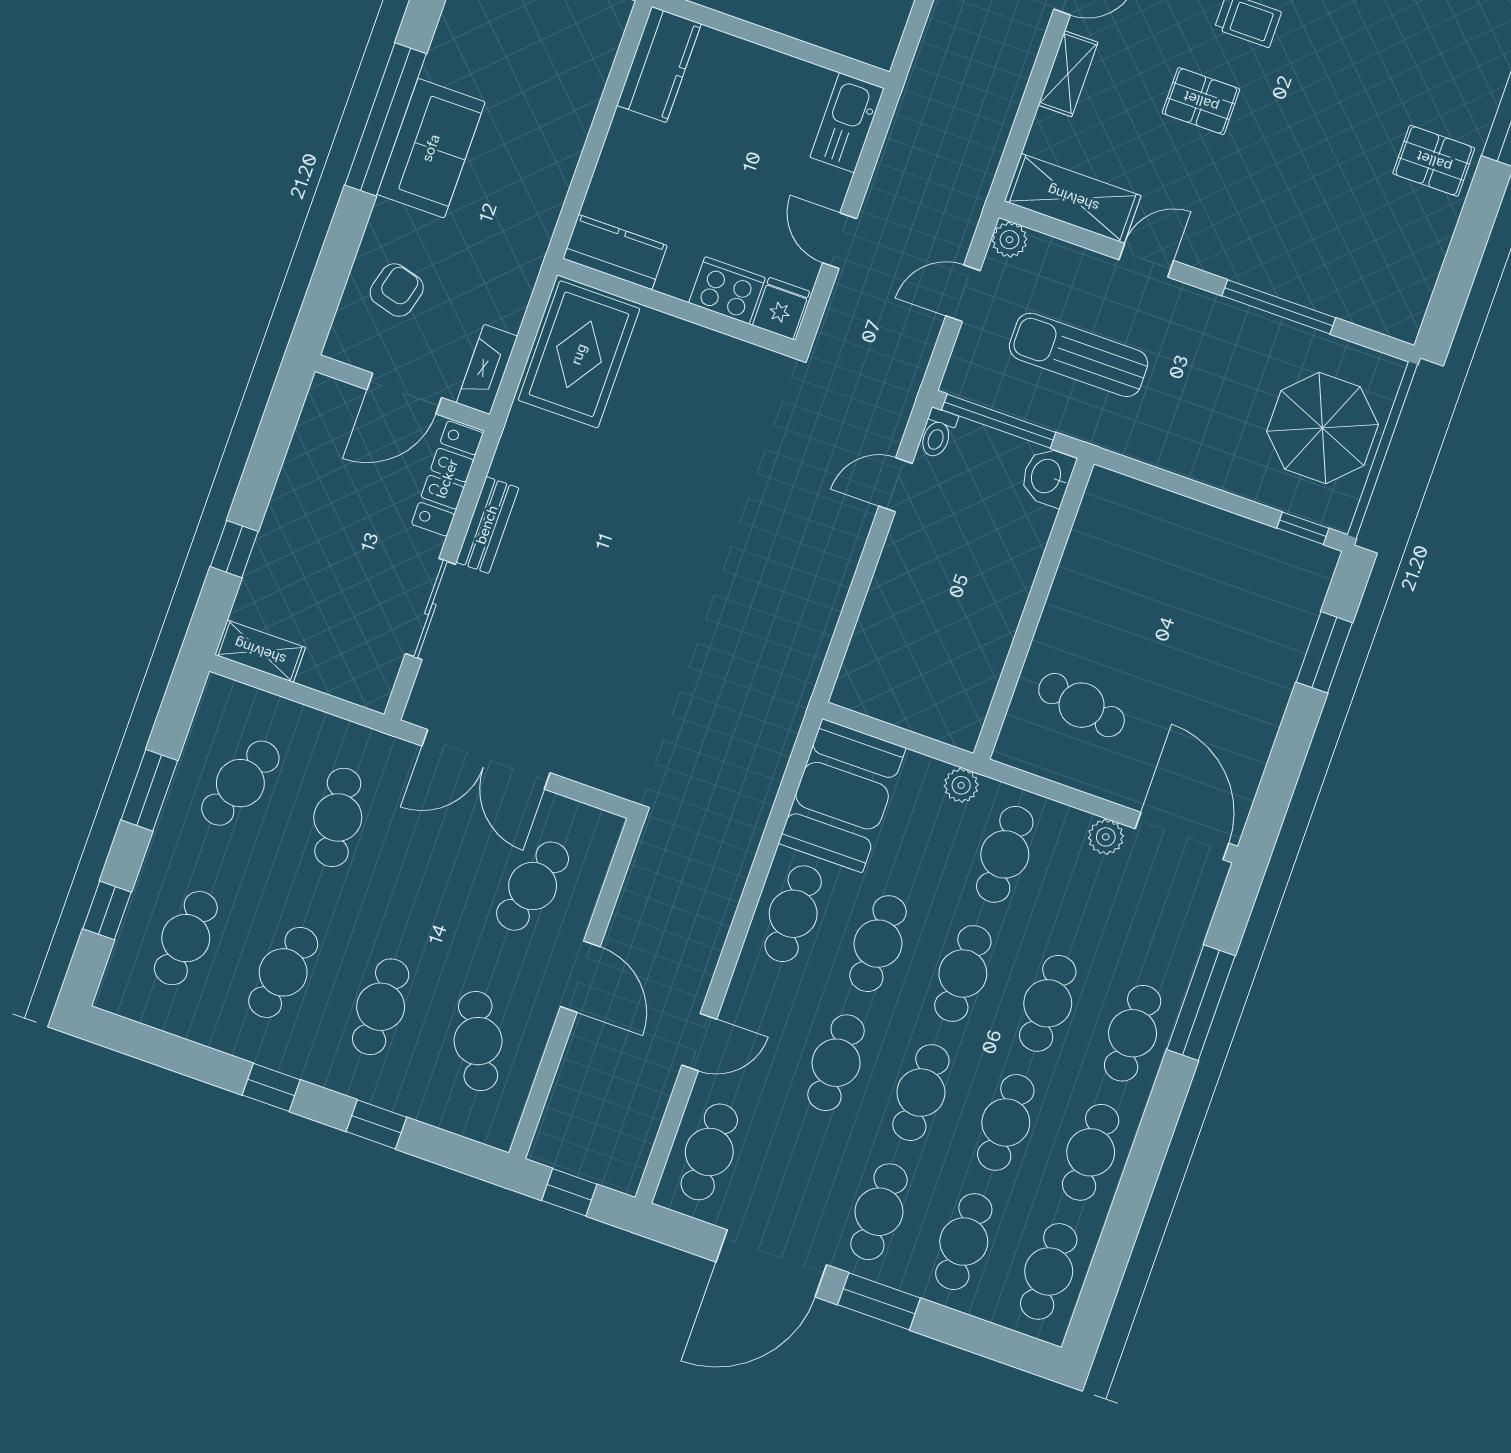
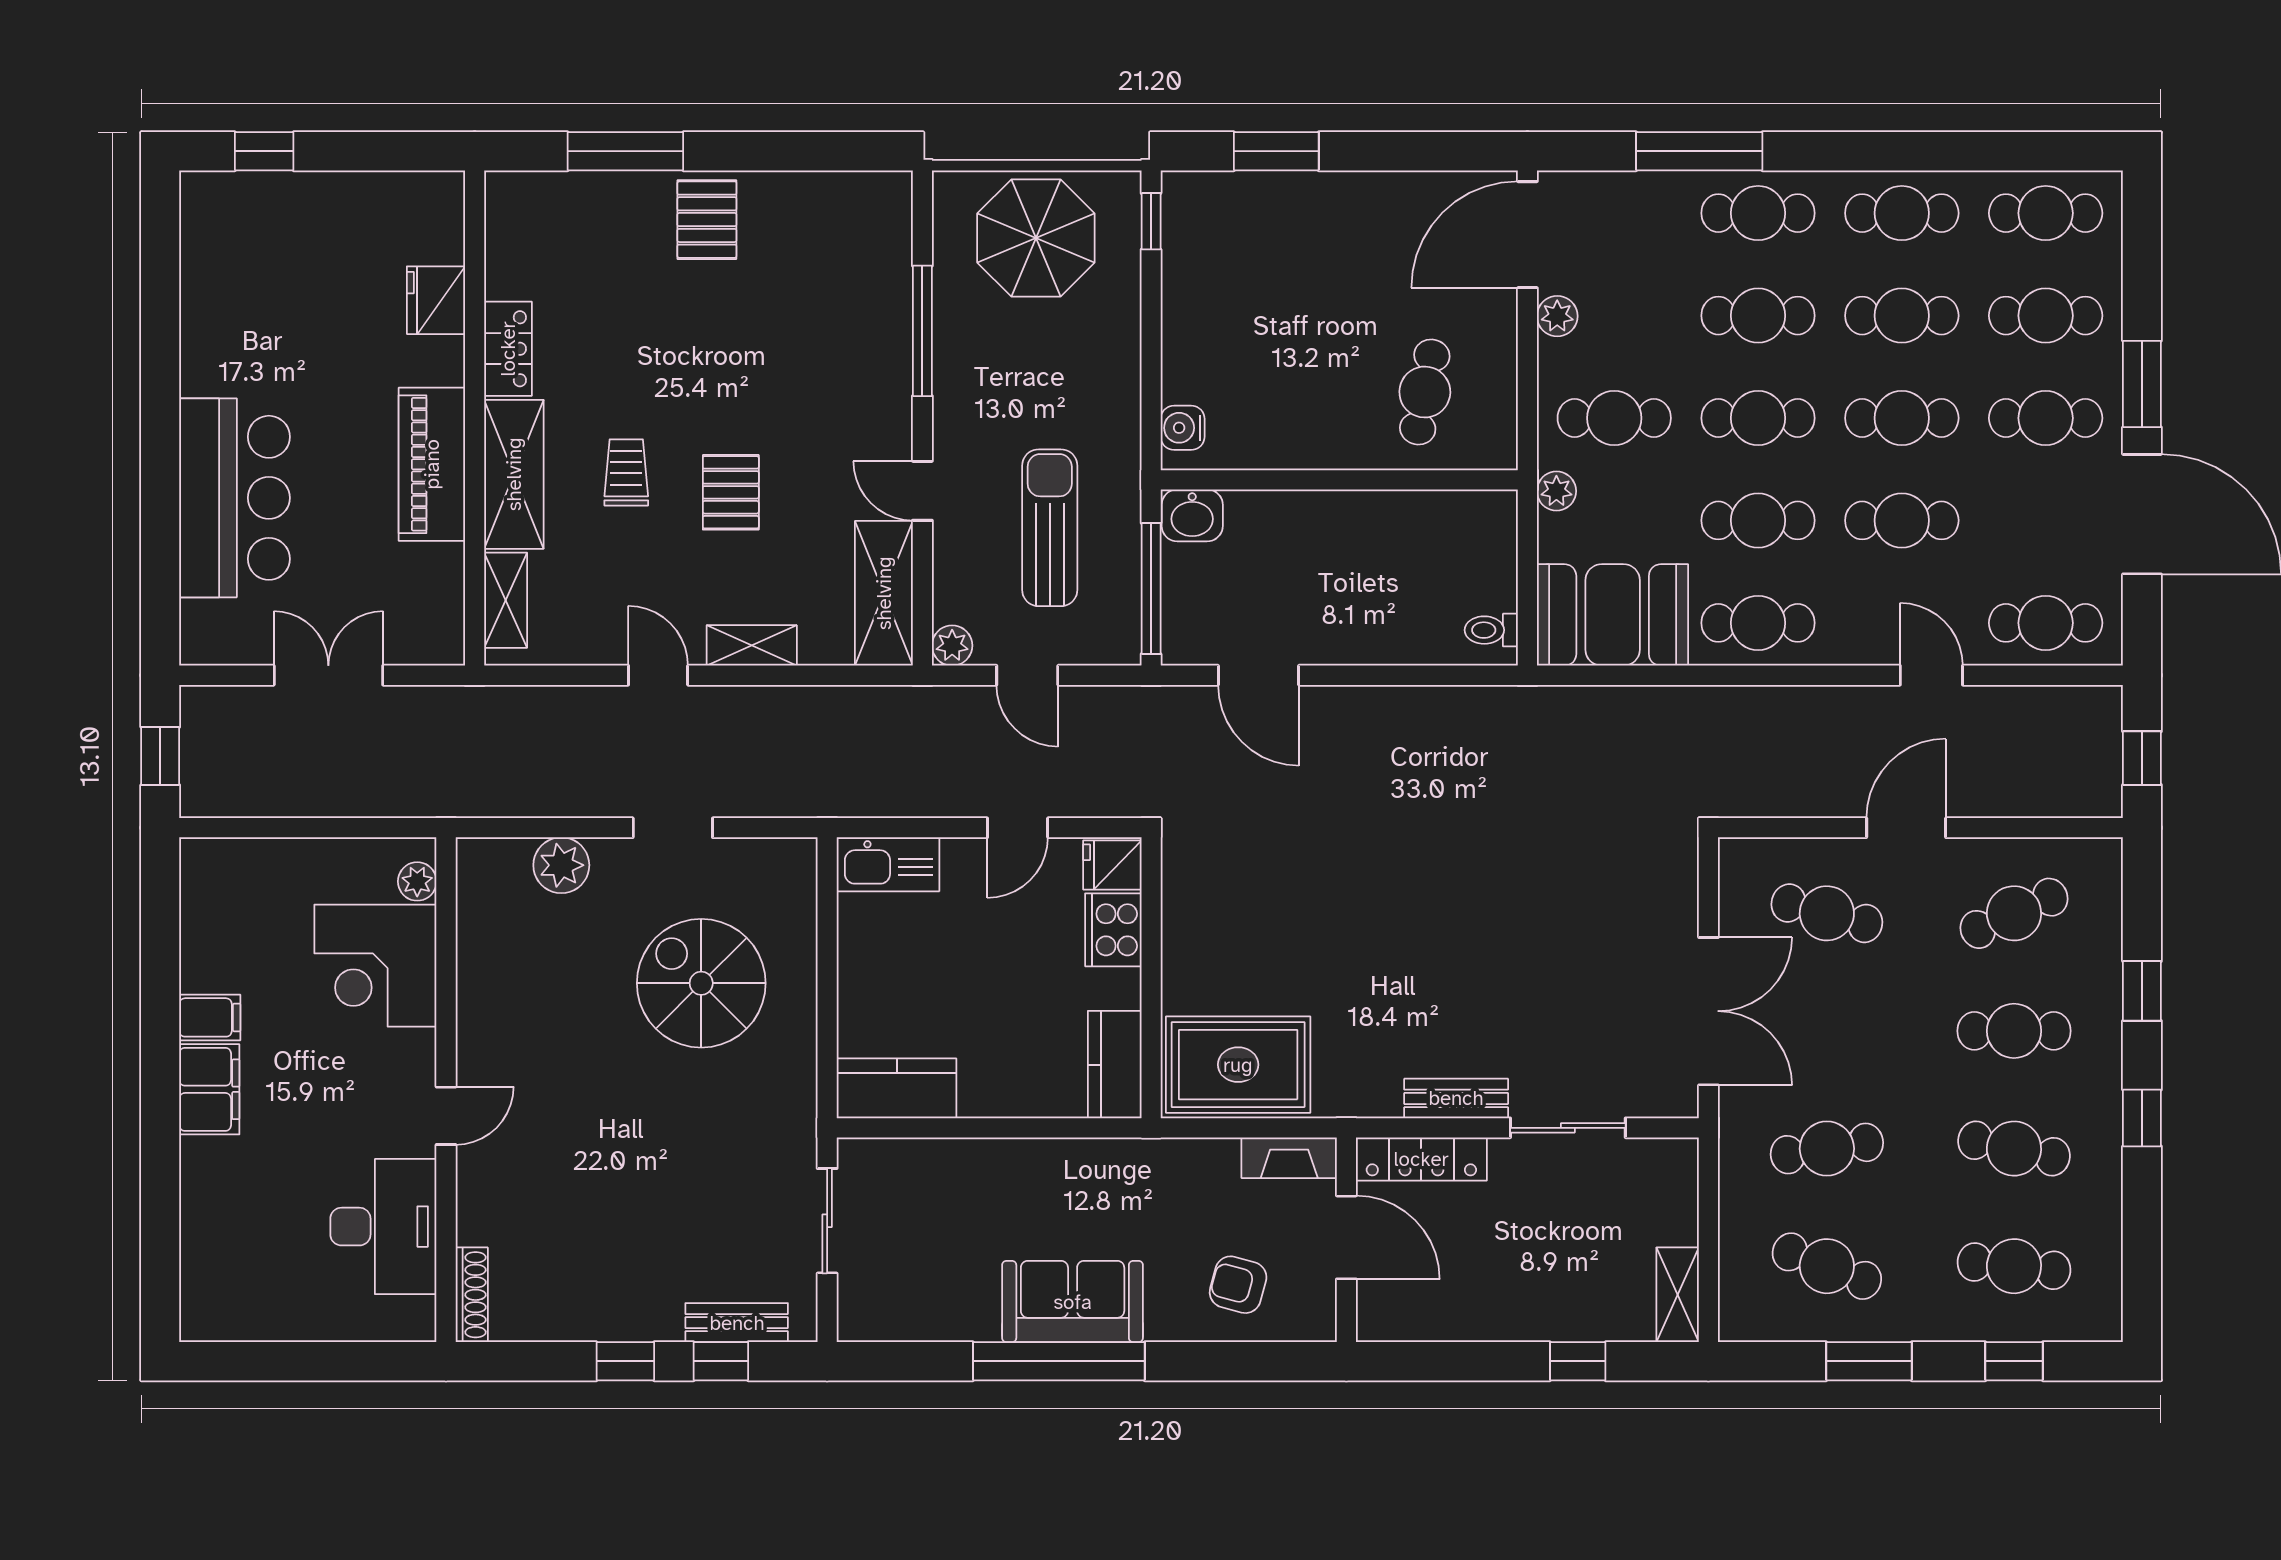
sun lounger: (1079, 355) -> (1050, 528), turned 180
toilet: (938, 433) -> (1491, 630), moved, turned 180
door: (895, 485) -> (1259, 675), width x1.38
water cooler: (1123, 494) -> (1183, 428), added

